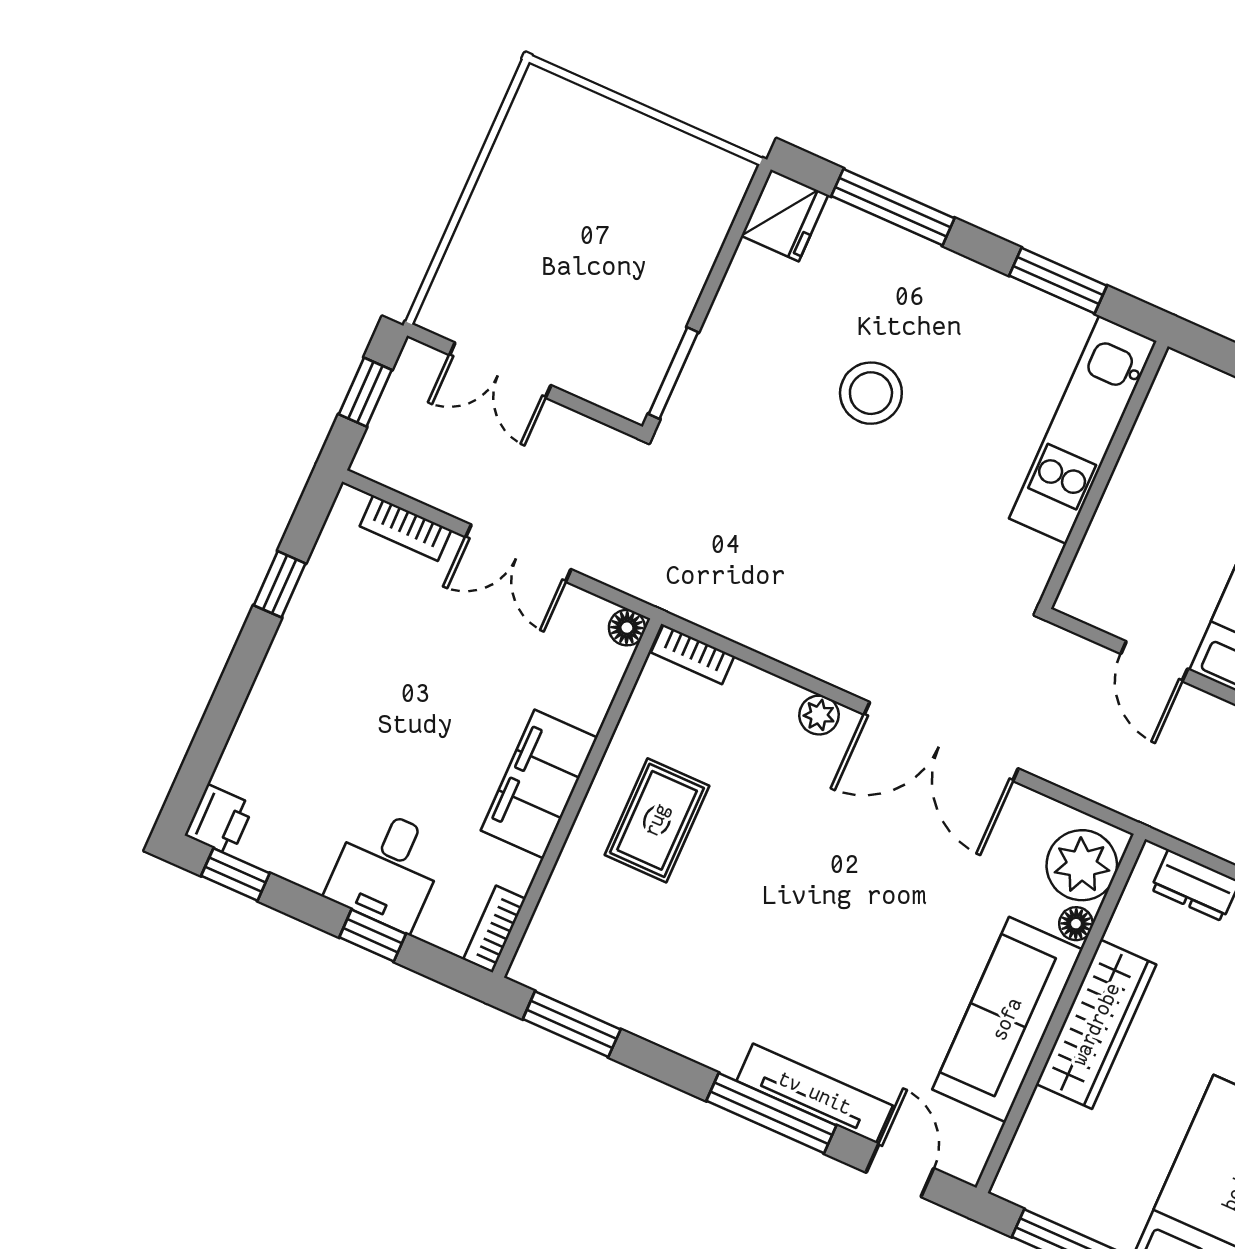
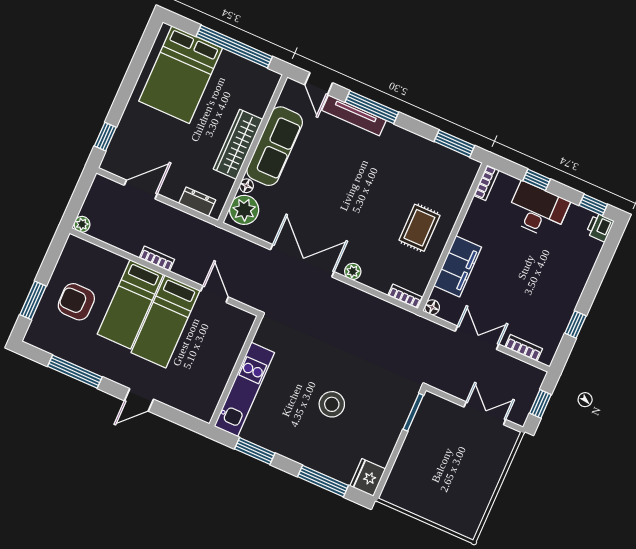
filing cabinet: (539, 784) -> (458, 266), moved
desk: (387, 869) -> (538, 210), width x1.37

